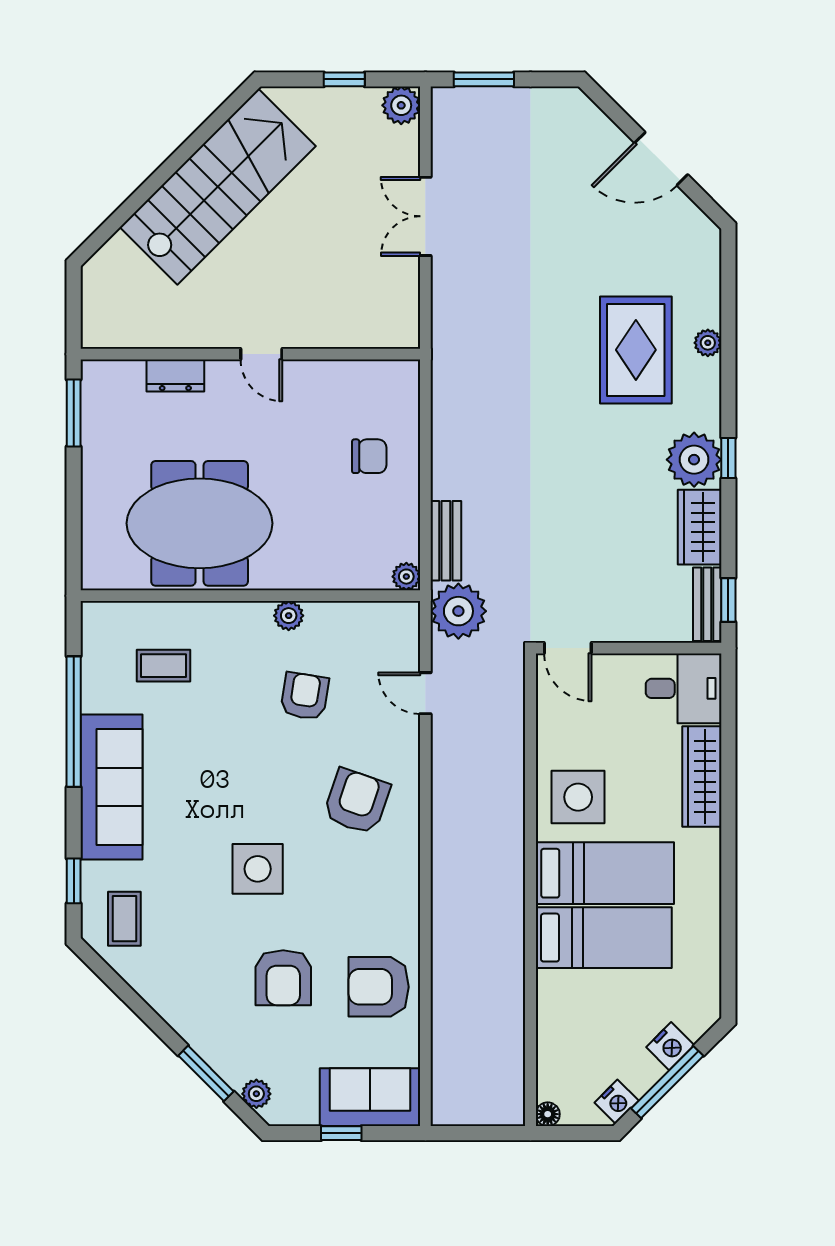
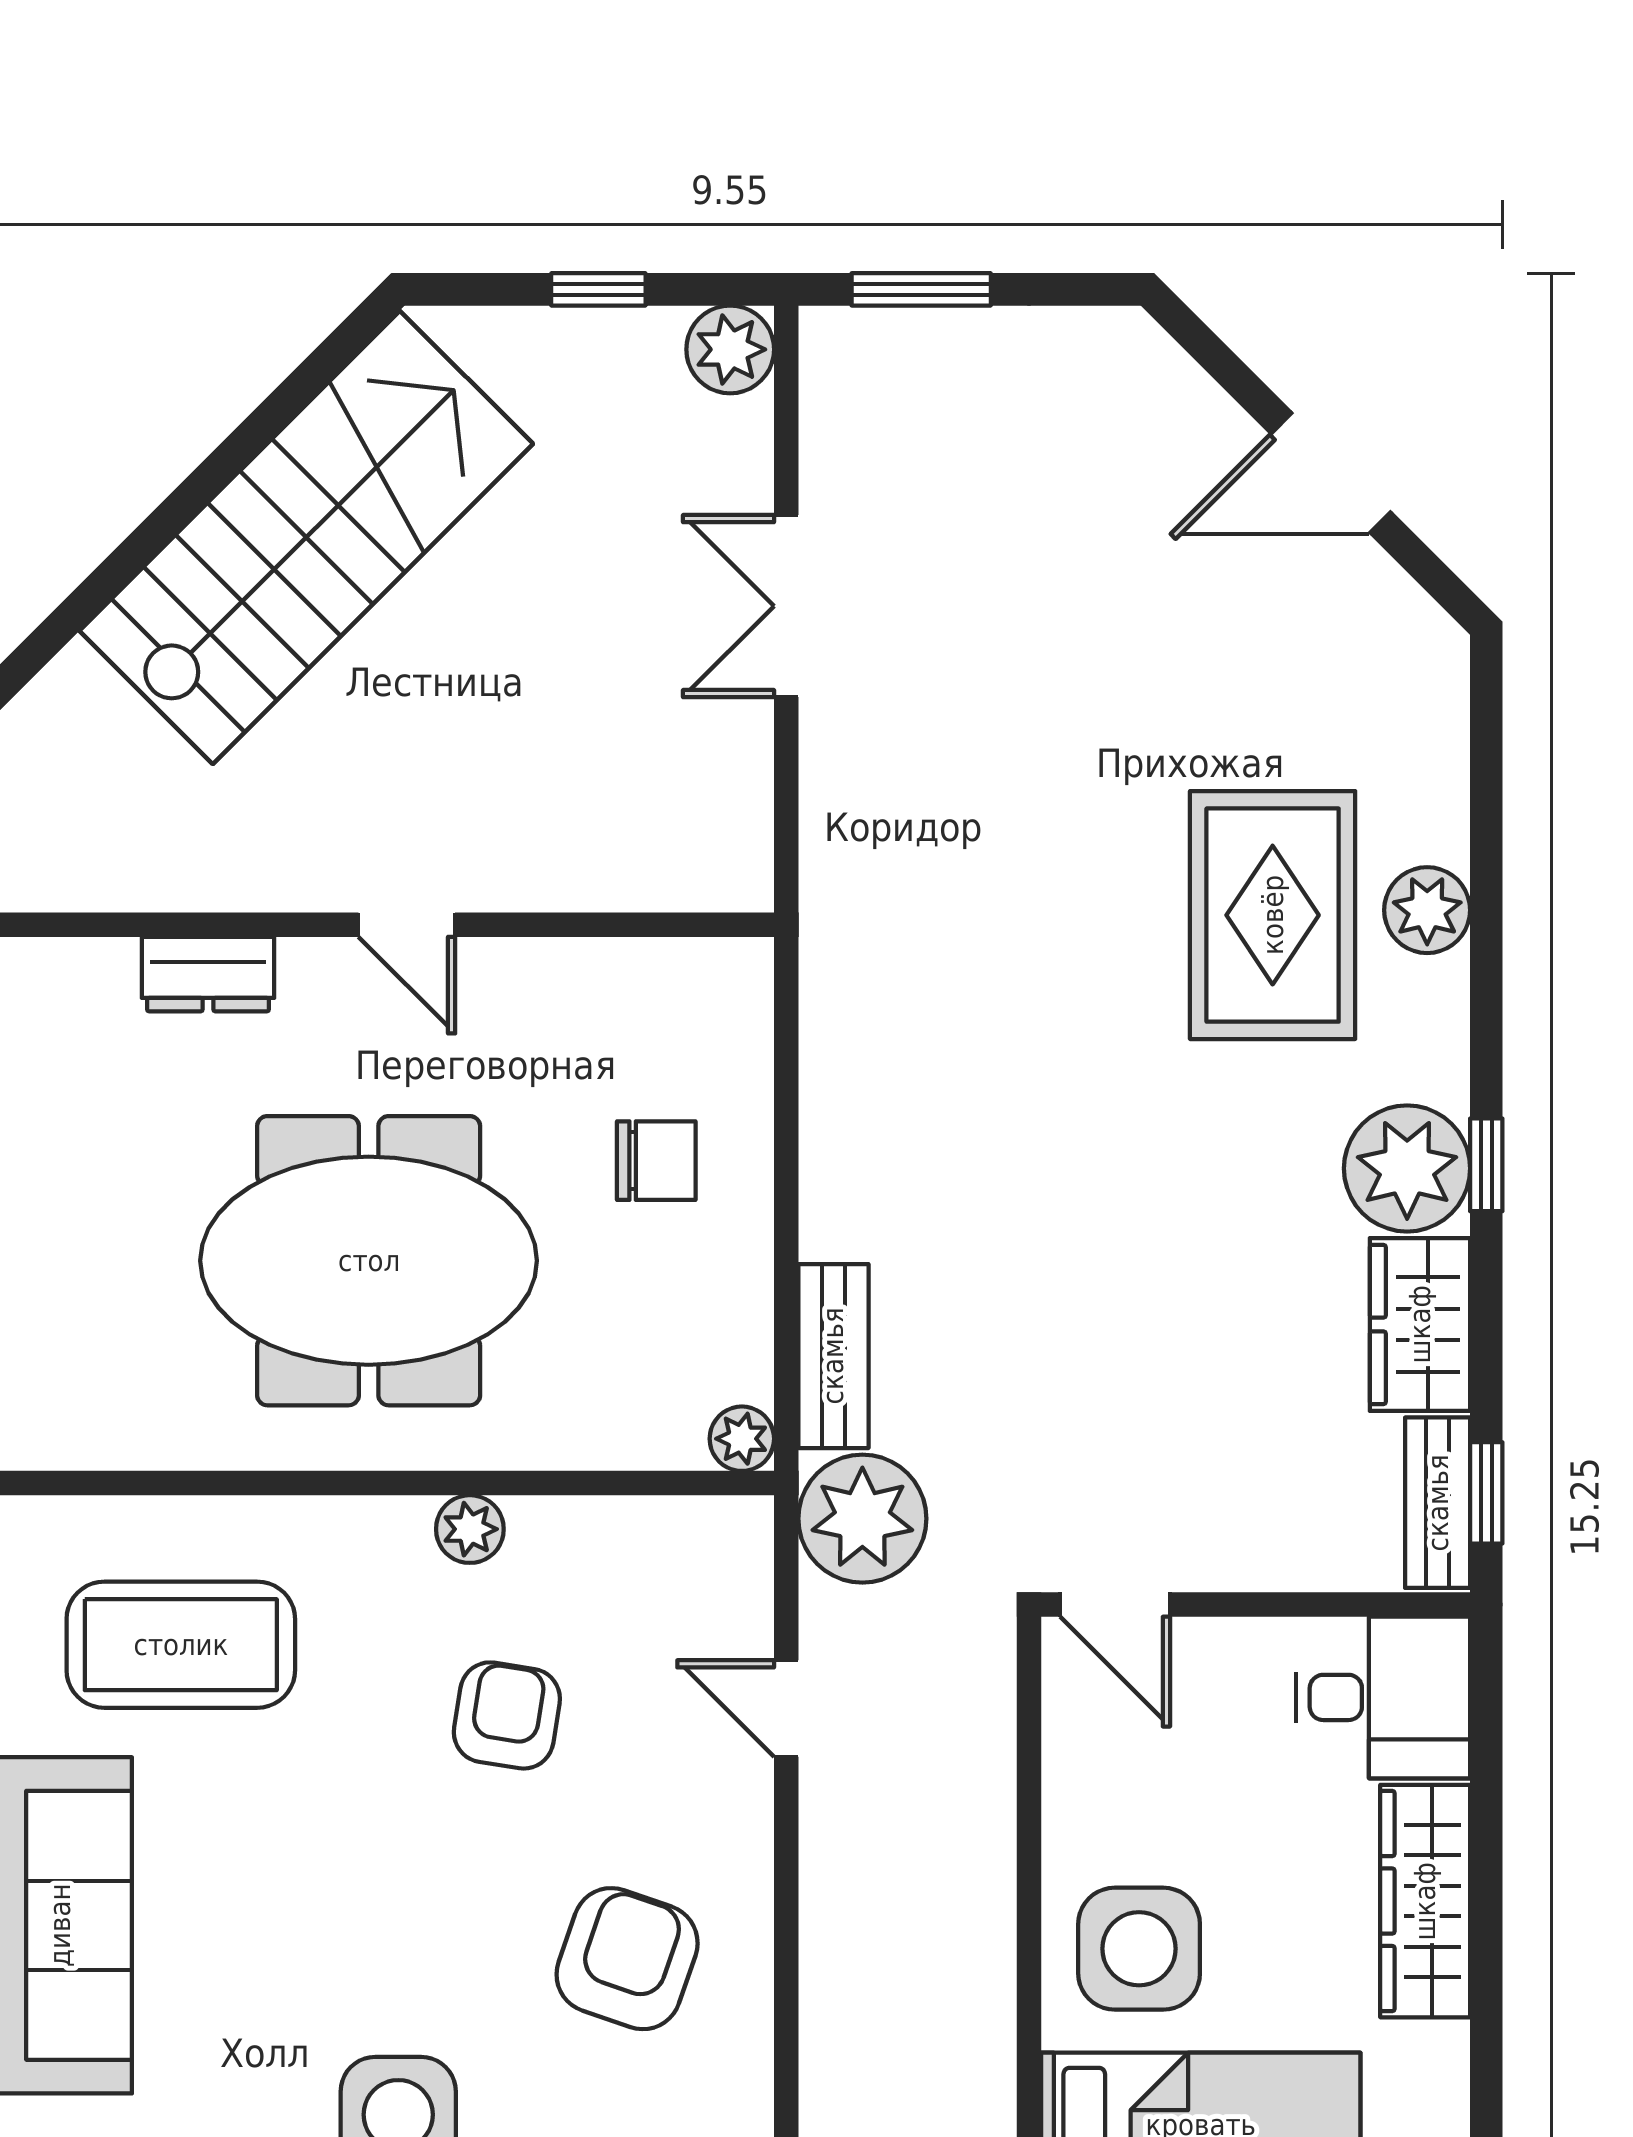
plant: (708, 343) -> (1427, 910), width x1.38, depth x1.38
meeting table: (200, 523) -> (369, 1261), moved
coffee table: (164, 666) -> (181, 1645), width x1.86, depth x1.72

